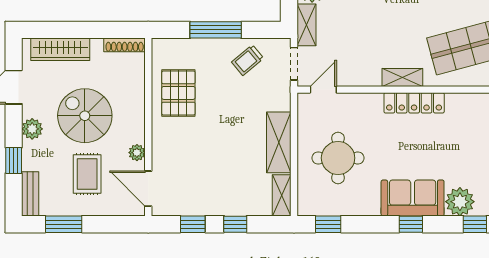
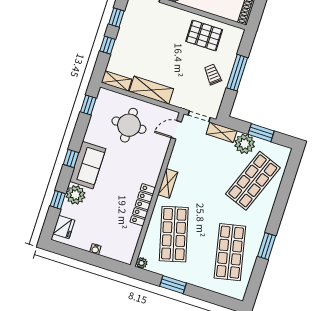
trolley: (248, 60) -> (213, 74), moved
door: (323, 90) -> (176, 130), swing flipped
locker: (414, 103) -> (143, 205), moved

